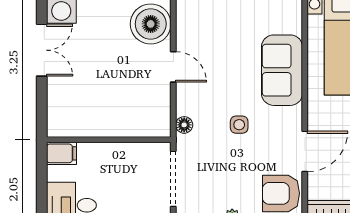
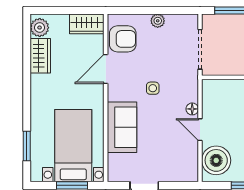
floor lamp: (184, 125) -> (192, 109), moved

